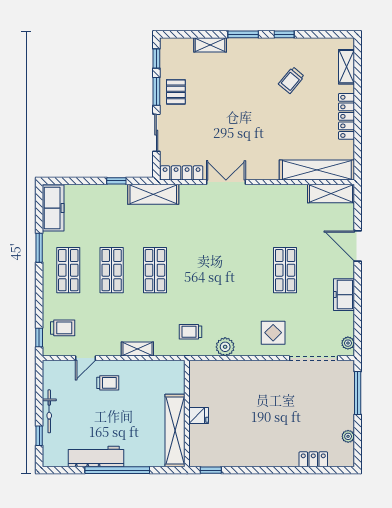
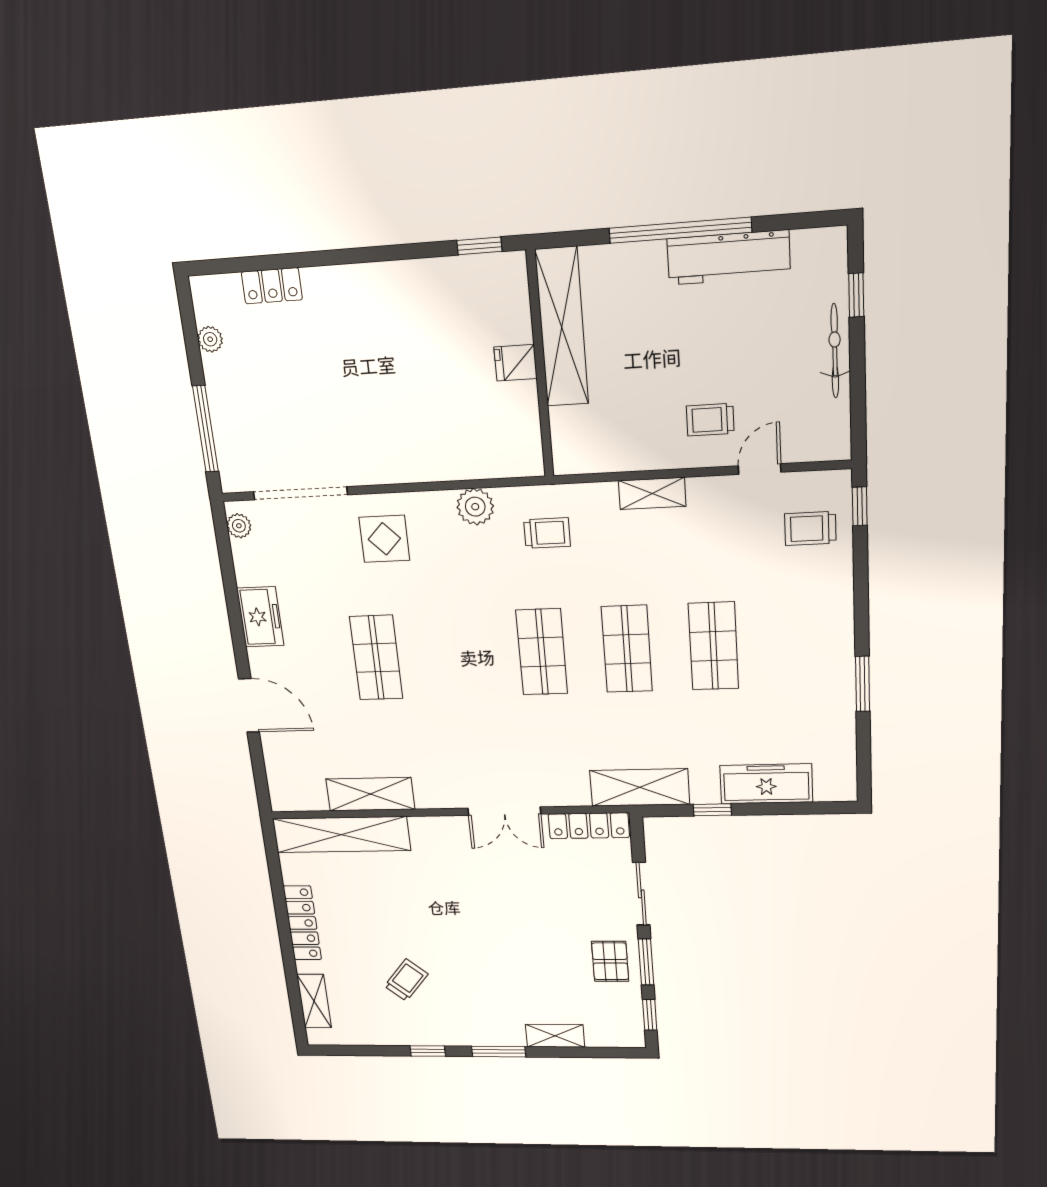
shelving: (331, 193) -> (370, 794), moved
freezer: (53, 208) -> (766, 784), moved, turned 90
shop shelf: (68, 270) -> (542, 652), moved

